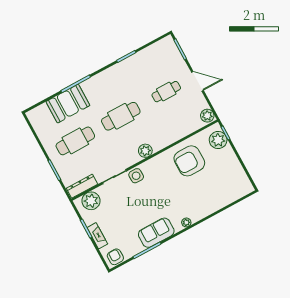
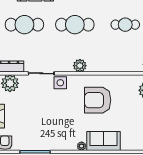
armchair: (189, 161) -> (98, 100), moved
sofa: (156, 233) -> (104, 141), moved

